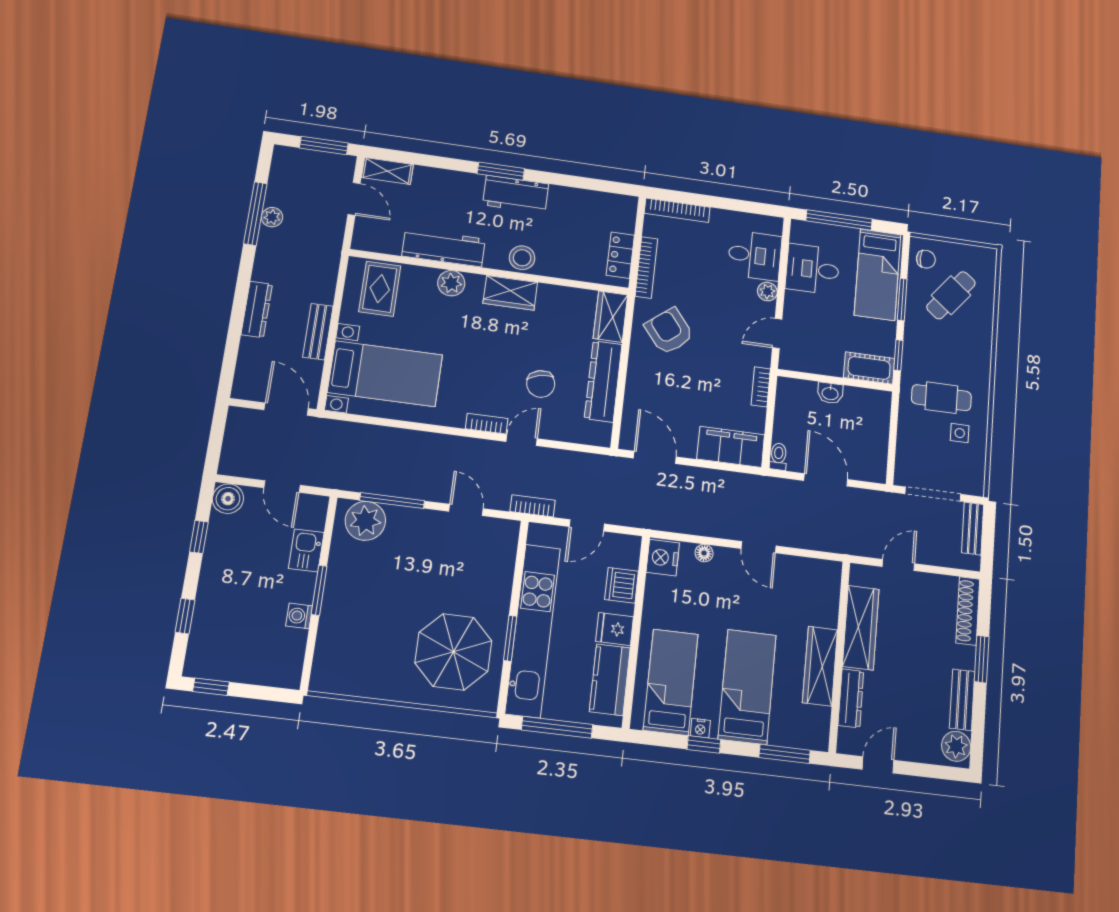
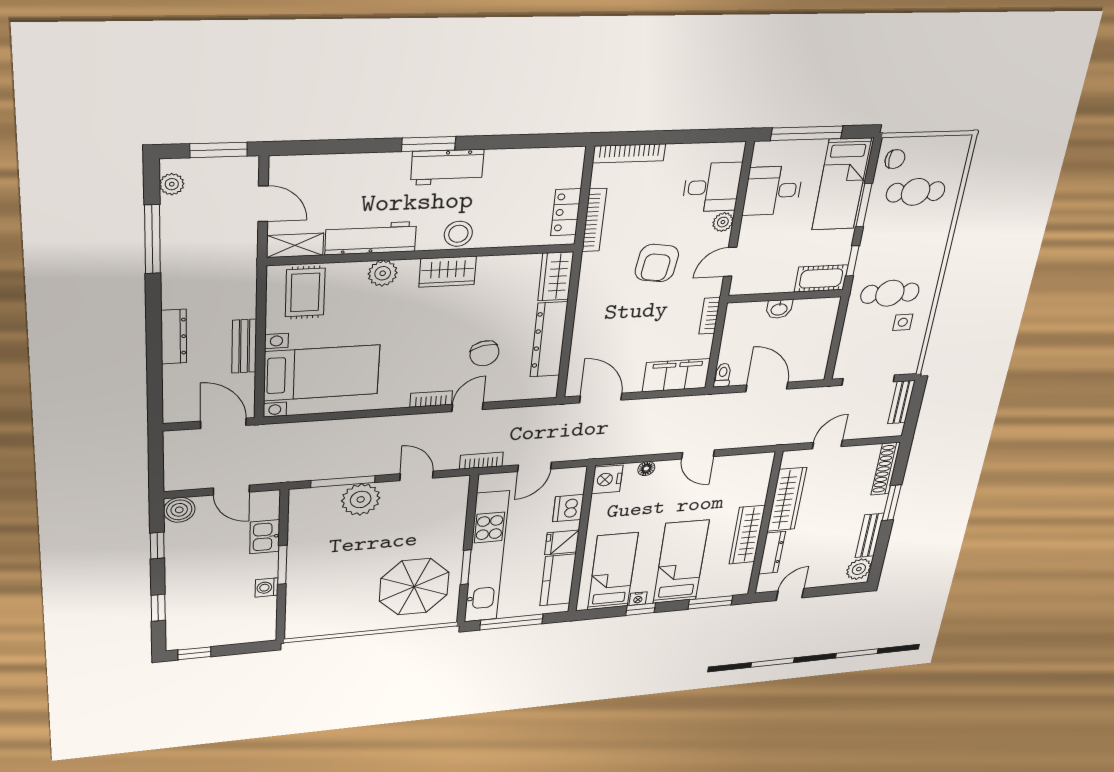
shelving: (387, 171) -> (295, 245), moved
plant: (272, 217) -> (172, 184), moved
cafe table: (951, 295) -> (916, 192), turned 51
armchair: (669, 331) -> (657, 263), moved, turned -134
plant: (365, 521) -> (361, 499), moved

